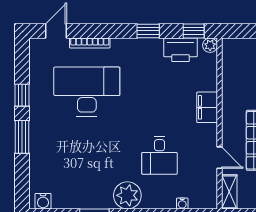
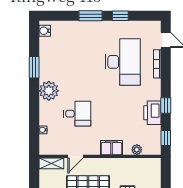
plant: (210, 45) -> (137, 150), moved
printer: (181, 50) -> (152, 113), moved
desk: (159, 155) -> (77, 114), turned 180

